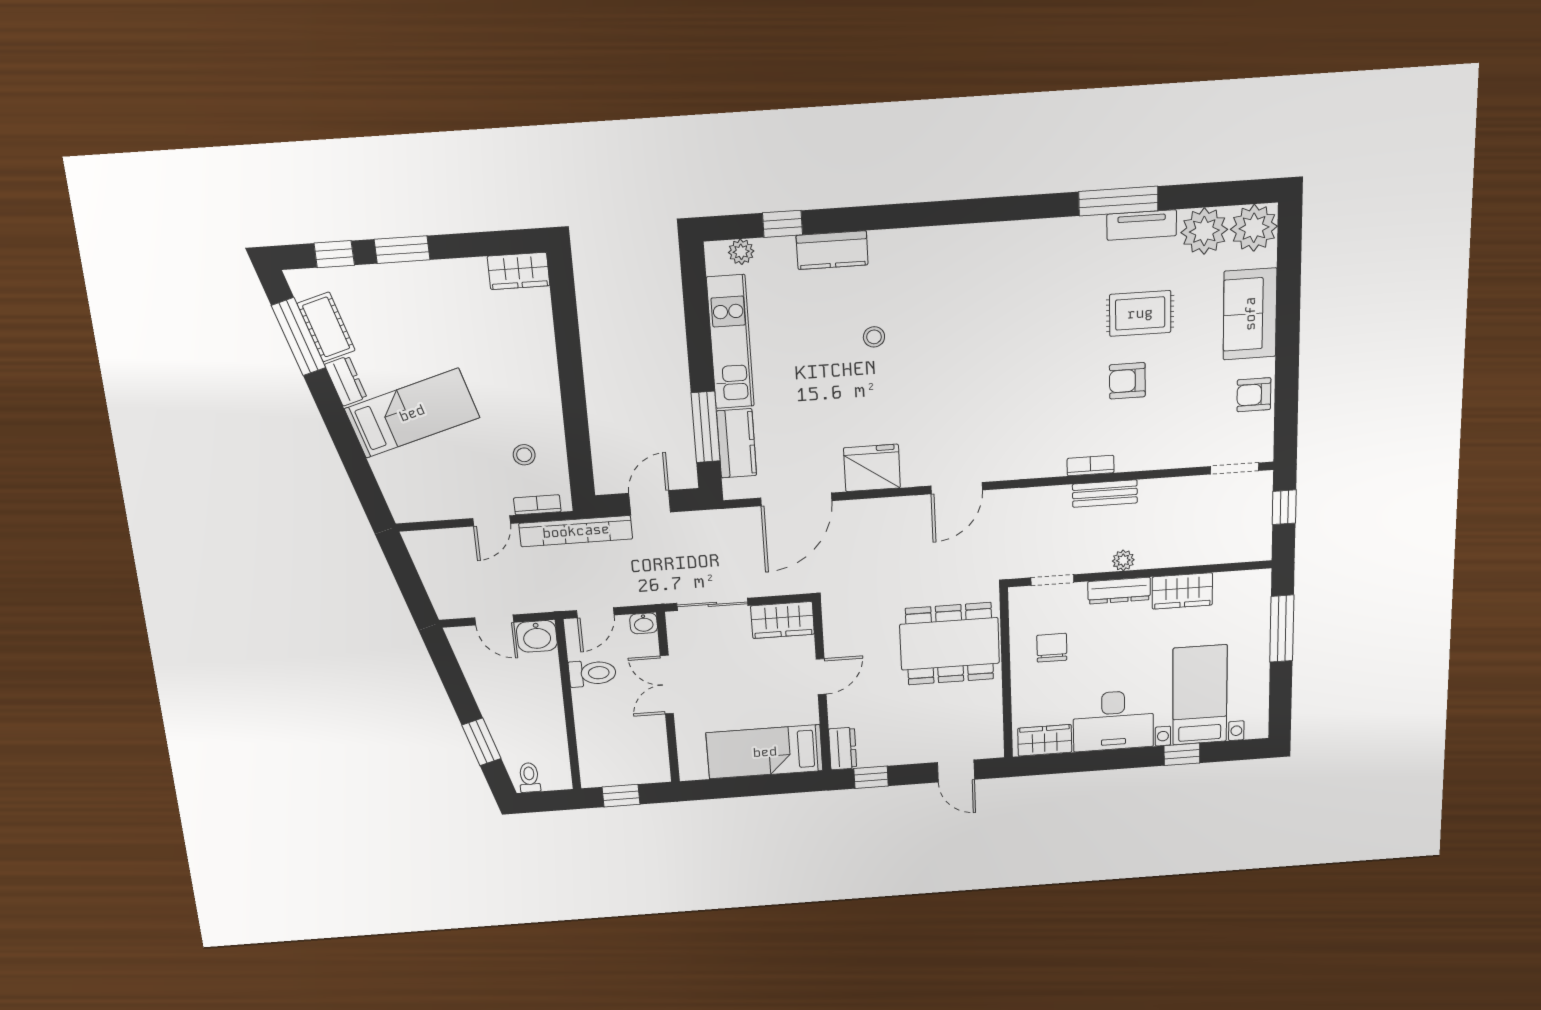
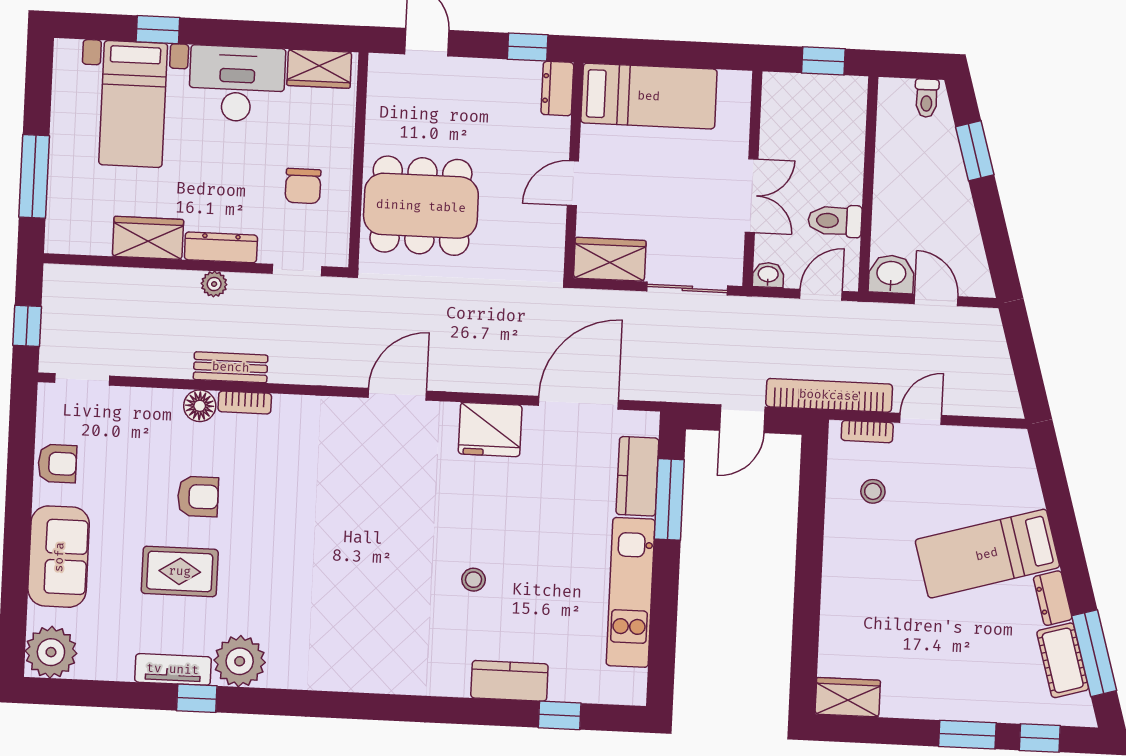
window: (1118, 201) -> (197, 698), width x0.46
plant: (1204, 231) -> (240, 661), moved
plant: (741, 252) -> (607, 690), removed
floor lamp: (1130, 458) -> (200, 406), added

